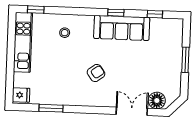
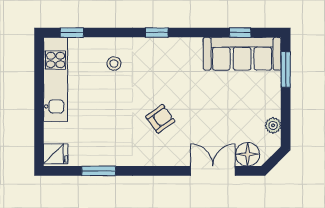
window: (116, 13) -> (157, 33), moved
sofa: (122, 28) -> (242, 54), moved
window: (185, 60) -> (286, 69), moved
plant: (176, 81) -> (273, 125), added

